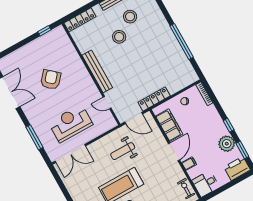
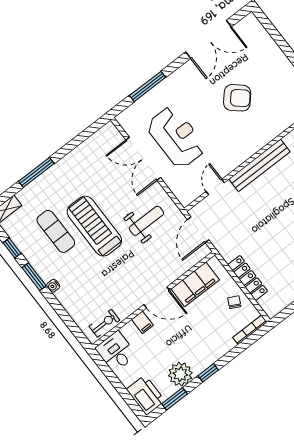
locker: (154, 99) -> (248, 278), moved
weight bench: (123, 151) -> (146, 221), turned 90
double door: (70, 154) -> (143, 159), moved

